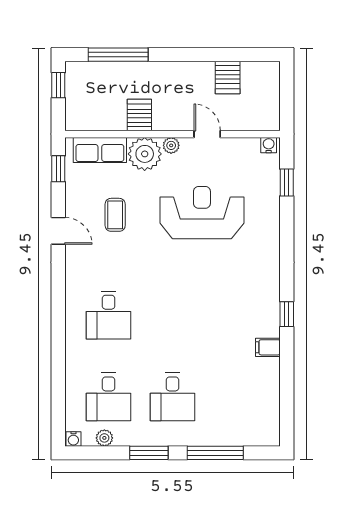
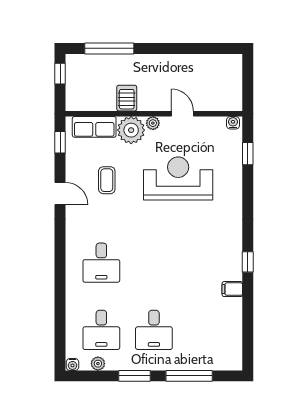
server rack: (228, 77) -> (199, 67), removed

